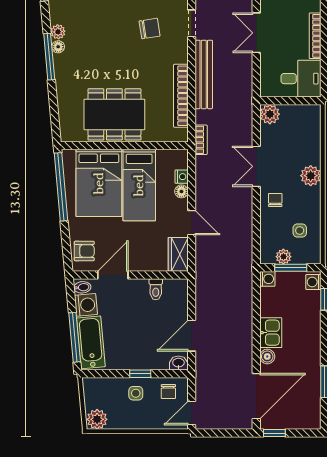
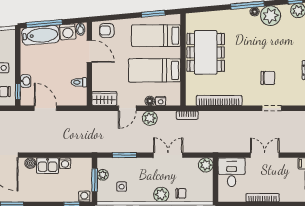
chair: (150, 29) -> (268, 78), turned -81
plant: (58, 32) -> (271, 16), width x1.87, depth x1.87
bench: (204, 74) -> (235, 117), removed
desk: (301, 79) -> (232, 172), moved, turned 180
bed: (99, 183) -> (156, 36), width x0.67
window: (61, 187) -> (153, 14), width x0.47
plant: (205, 192) -> (150, 118), added
chair: (275, 200) -> (181, 193), moved
window: (256, 227) -> (124, 155), added
armchair: (84, 251) -> (107, 31), turned 90
washing machine: (267, 279) -> (65, 163), moved
washbasin: (178, 363) -> (26, 81), moved
window: (140, 374) -> (18, 91), moved

